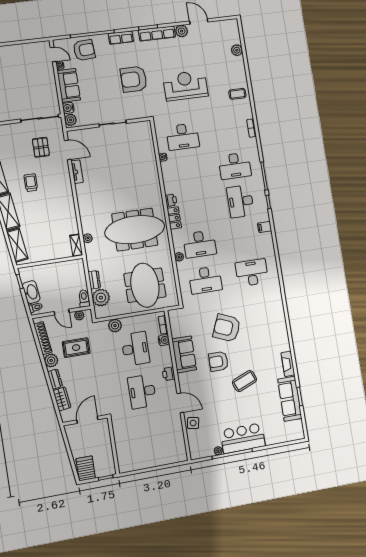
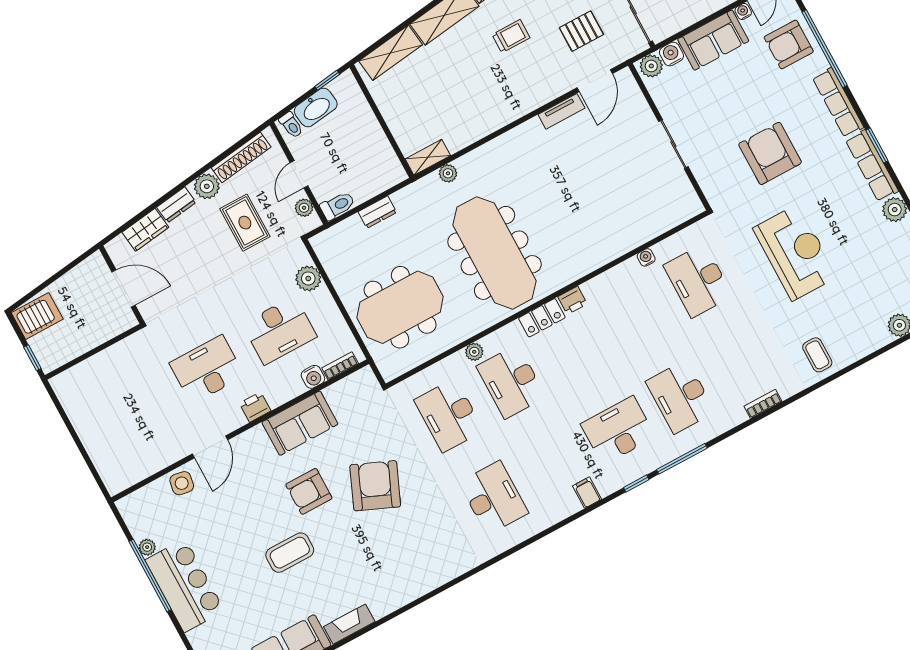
row of seats: (121, 38) -> (838, 103), width x1.48
armchair: (84, 50) -> (789, 44), turned 94
plant: (101, 298) -> (350, 235), removed
armchair: (218, 361) -> (309, 491), turned -90
coffee table: (244, 381) -> (290, 553), turned -68

